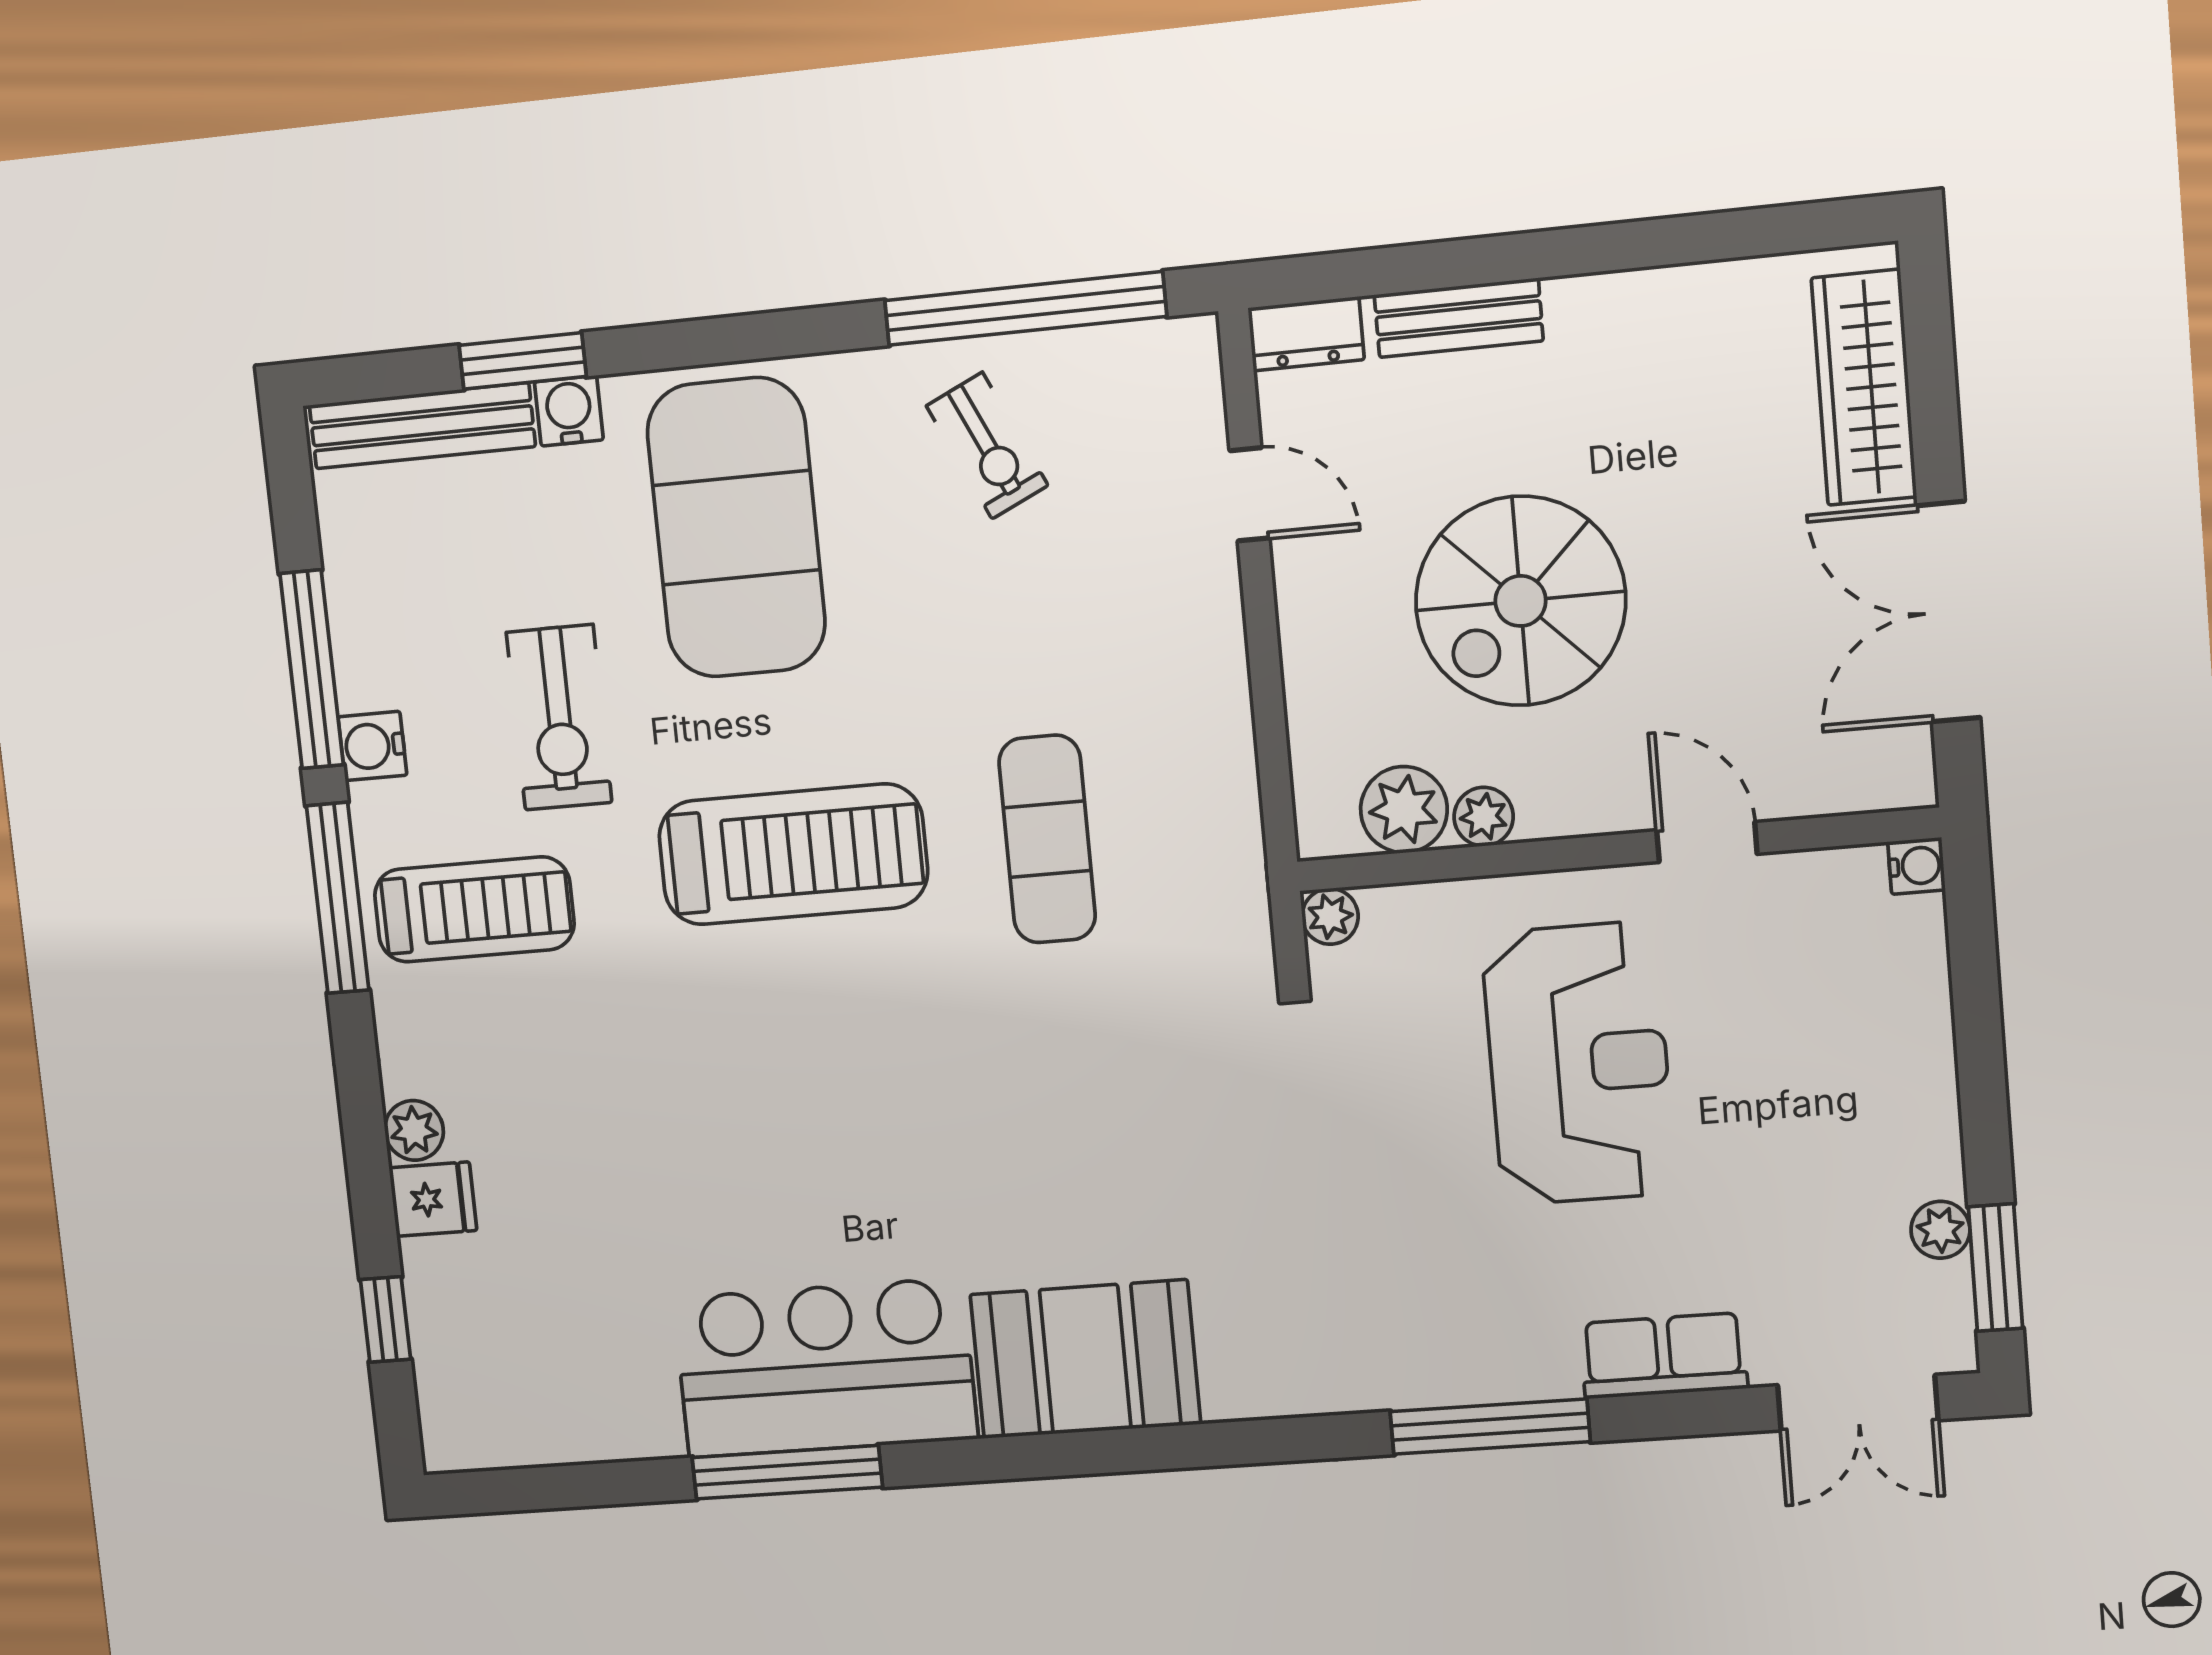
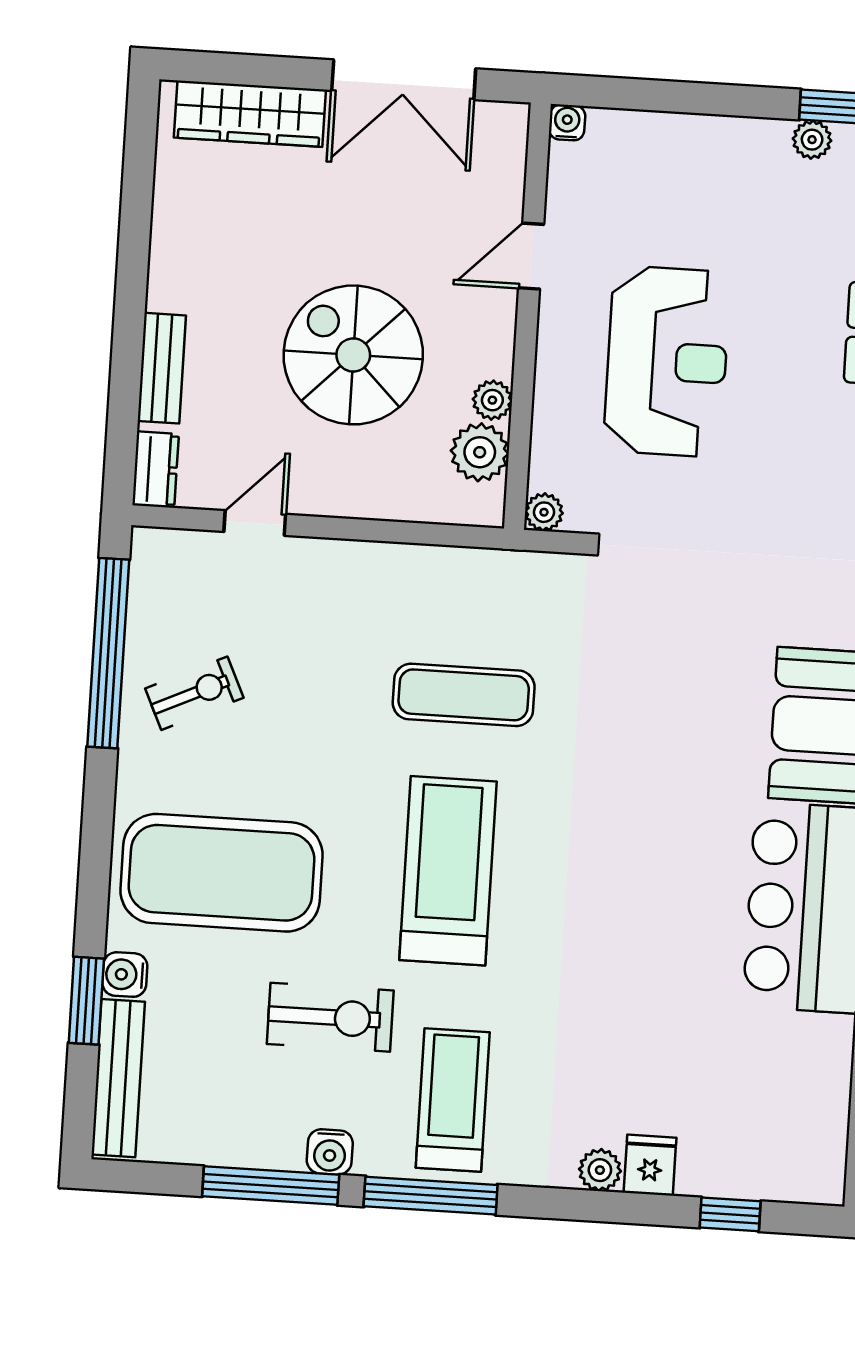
spiral stairs: (1521, 601) -> (353, 355), turned 180
reception desk: (1579, 1063) -> (667, 361), turned 90

